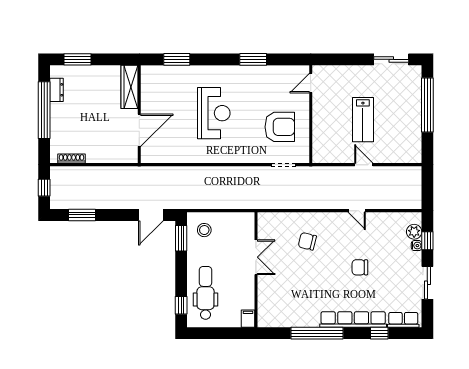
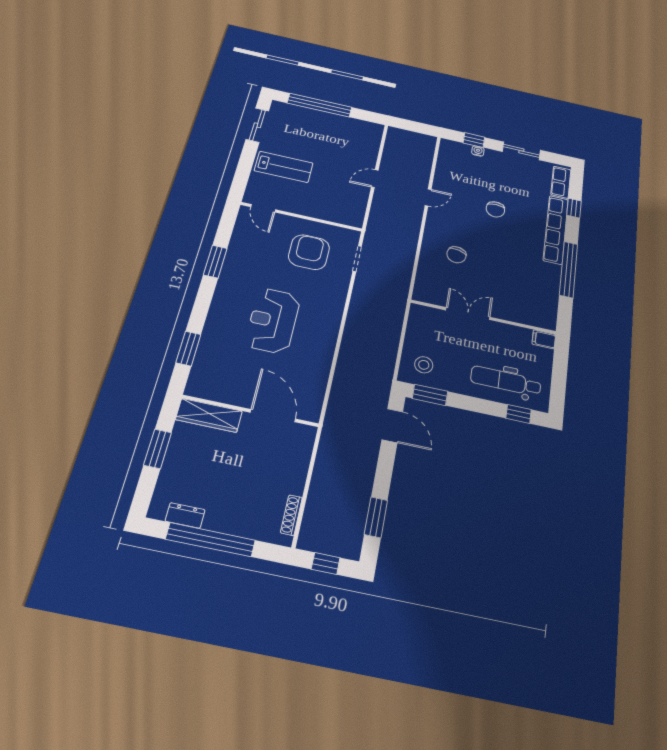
window: (78, 59) -> (158, 449), moved
reception desk: (214, 113) -> (273, 321), turned -90
lab bench: (363, 120) -> (284, 167), moved
plant: (414, 232) -> (462, 150), removed

